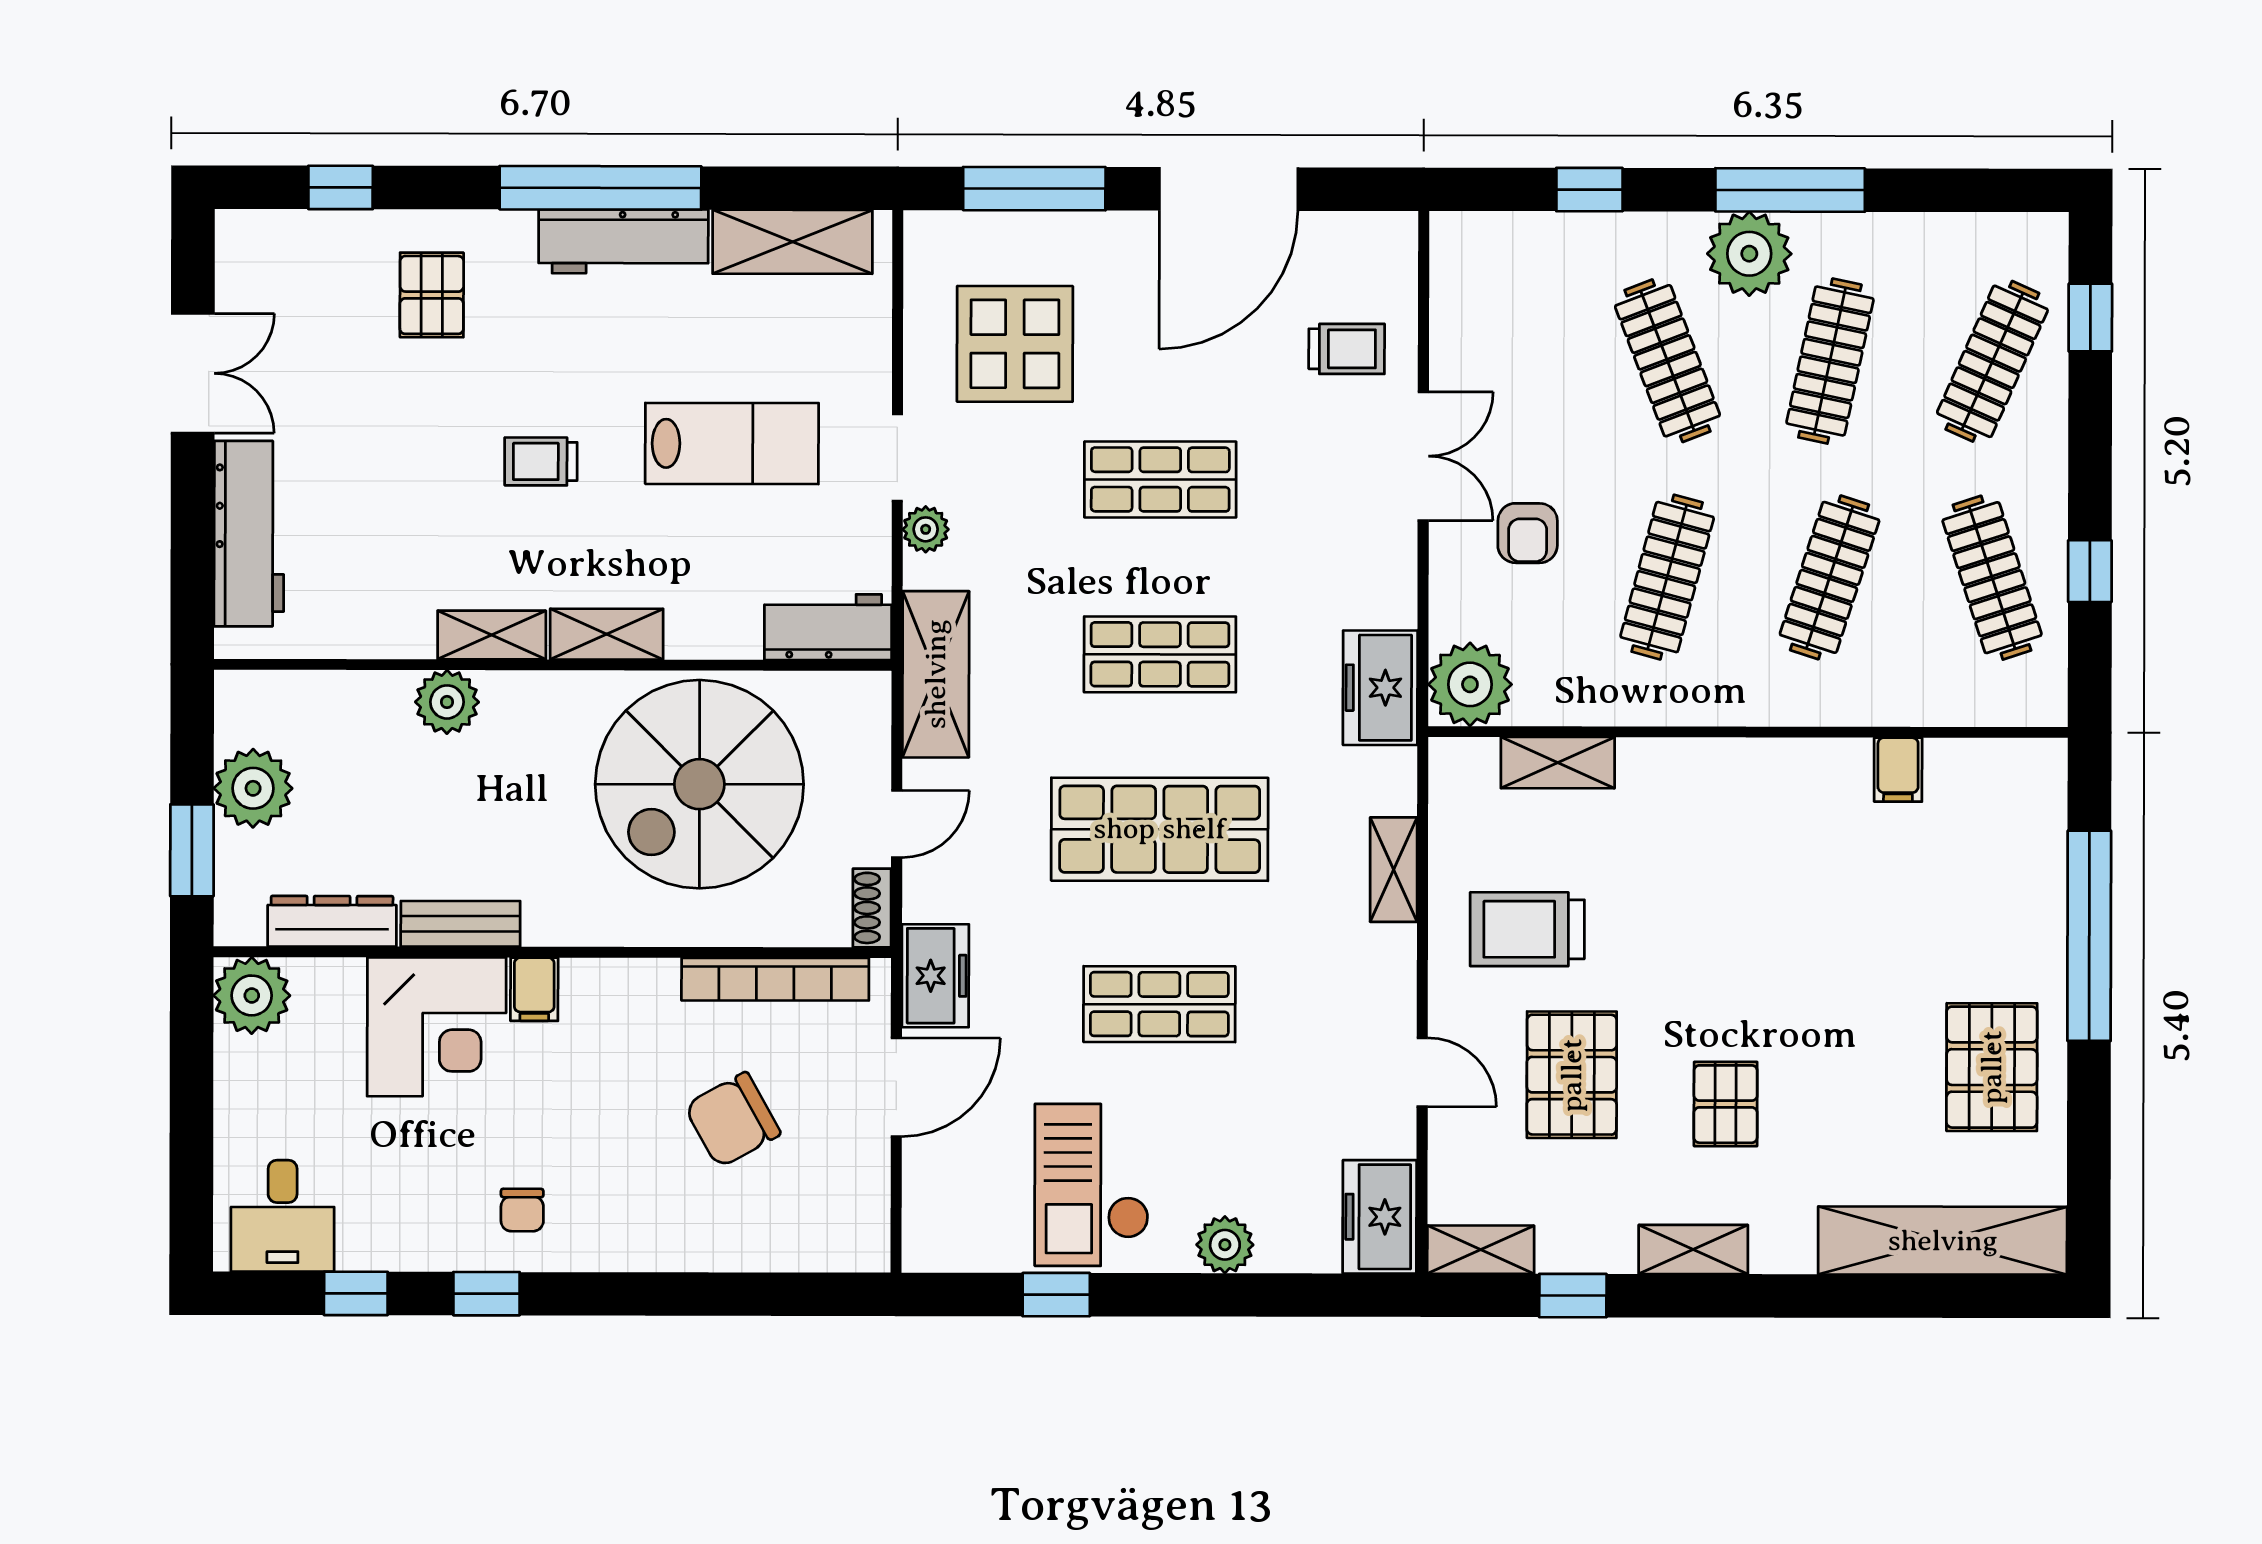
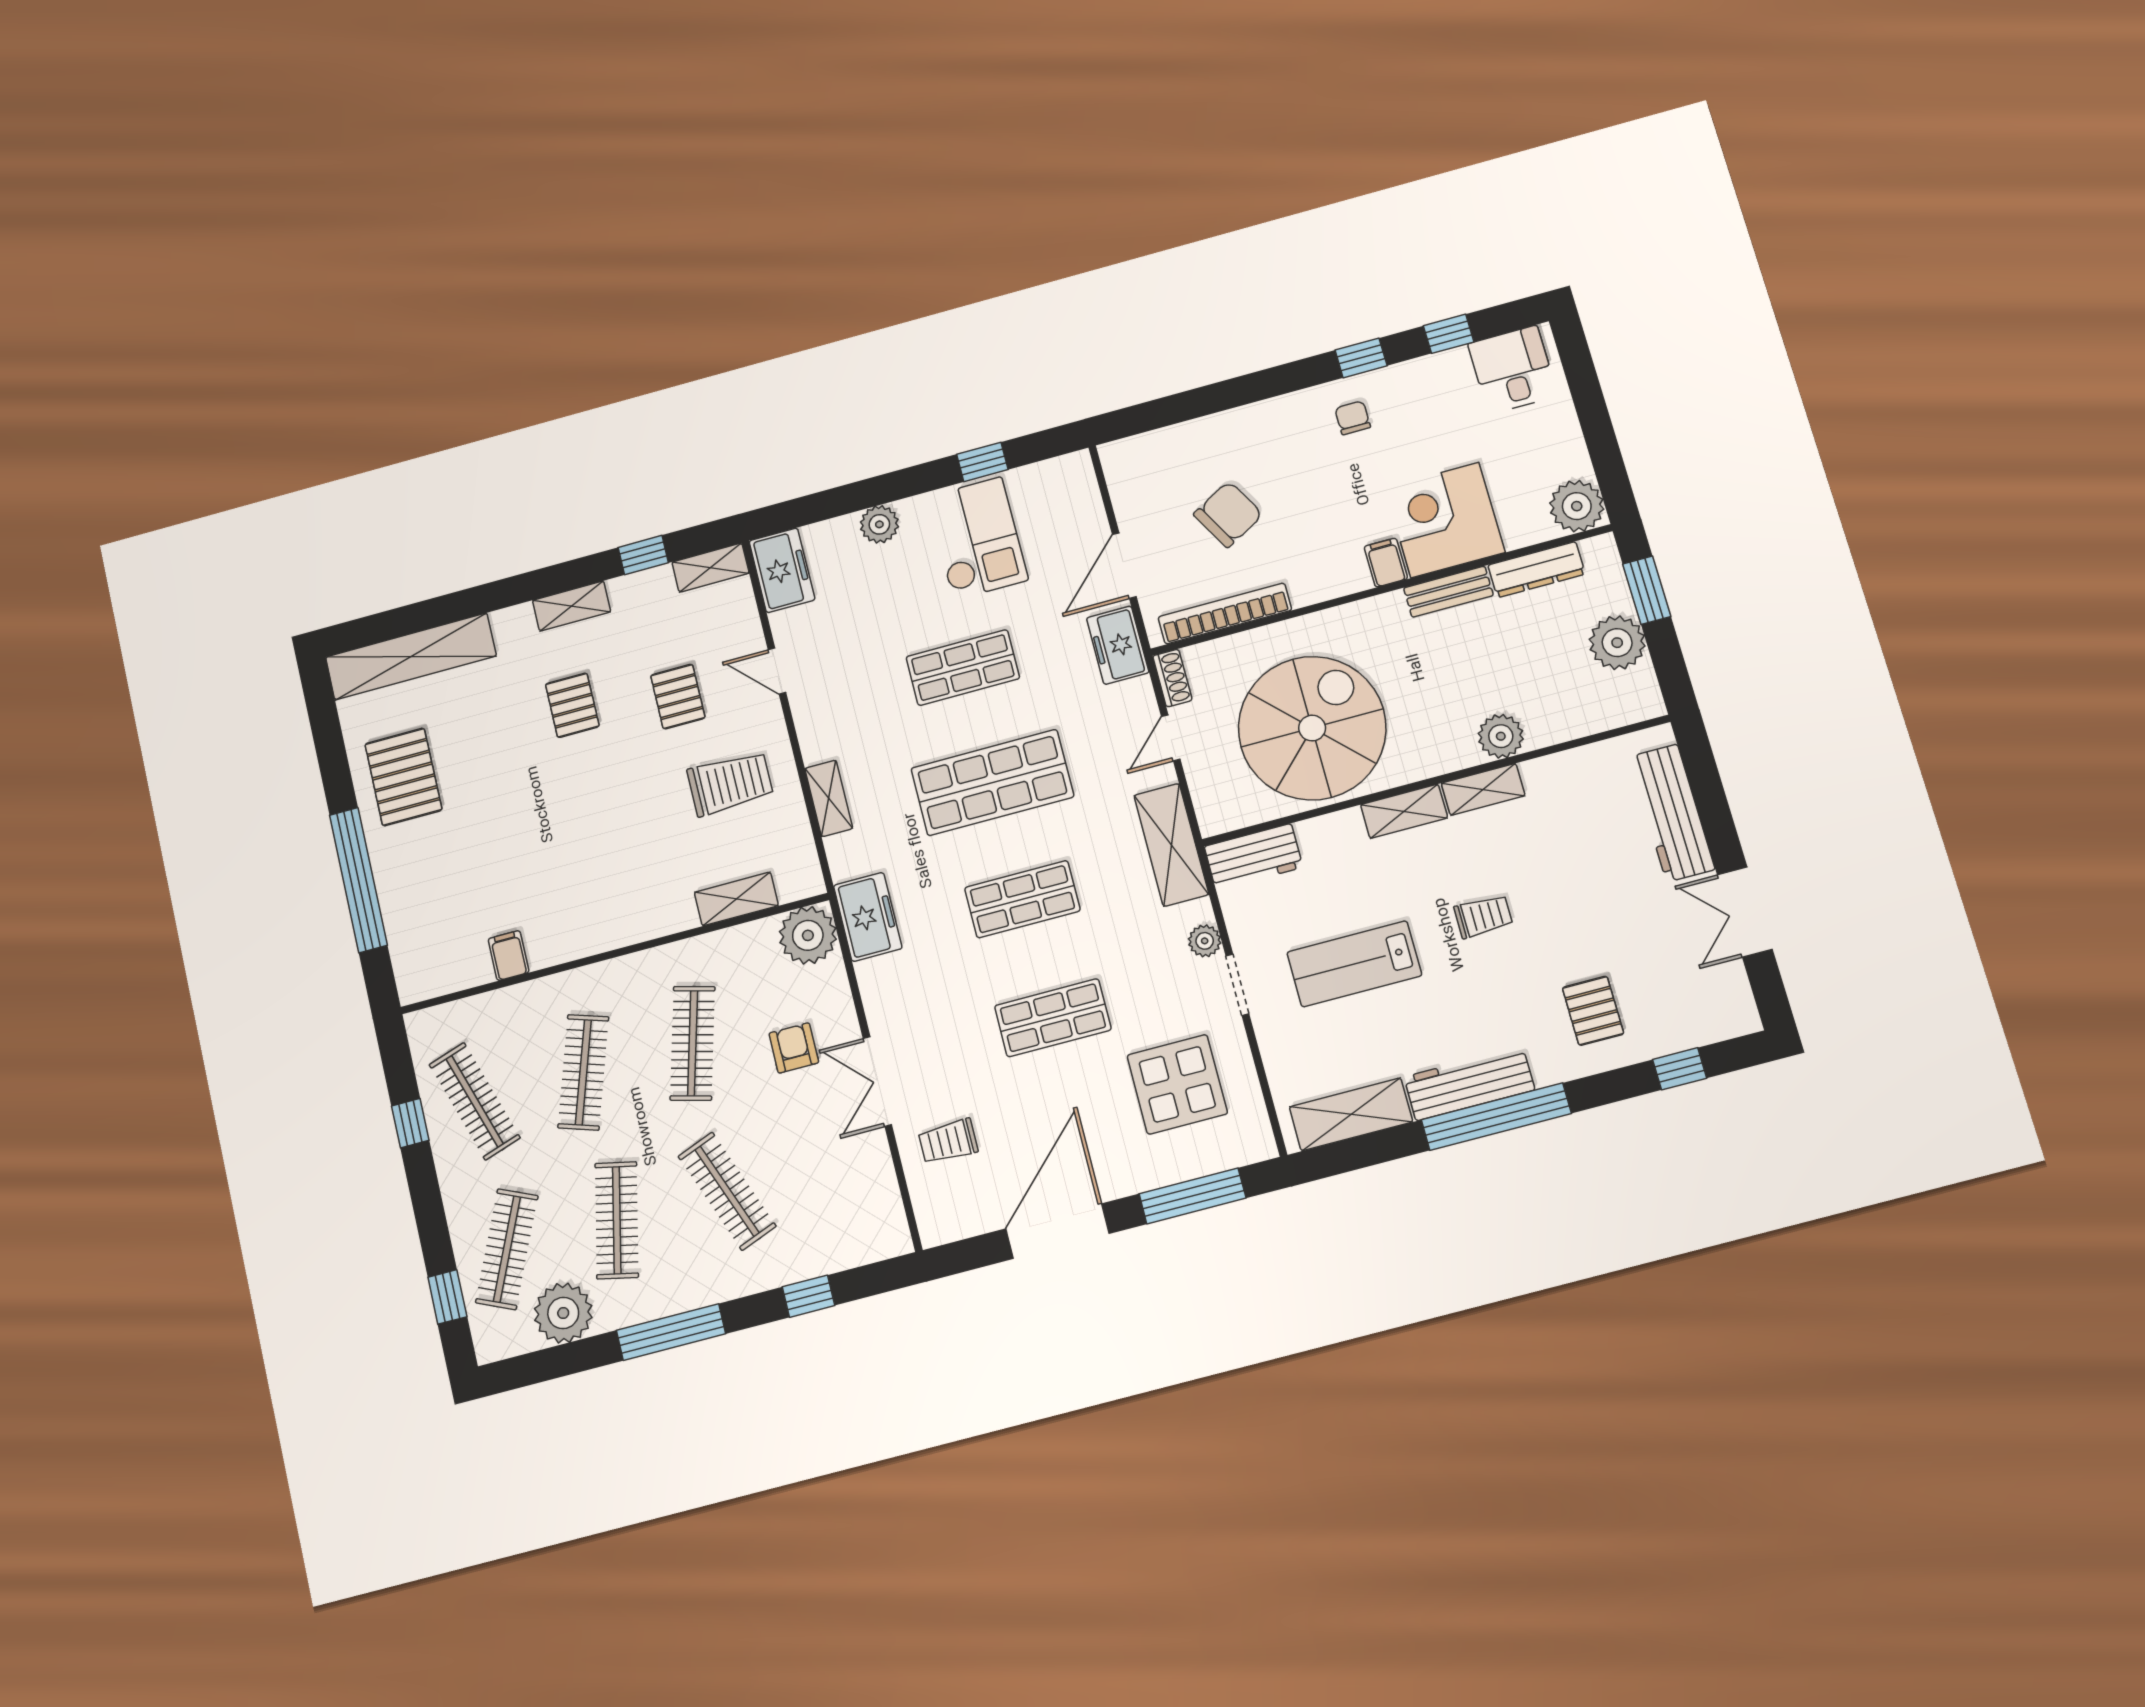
plant: (1749, 254) -> (563, 1313), moved
pallet: (1572, 1075) -> (678, 697), width x0.67, depth x0.71

